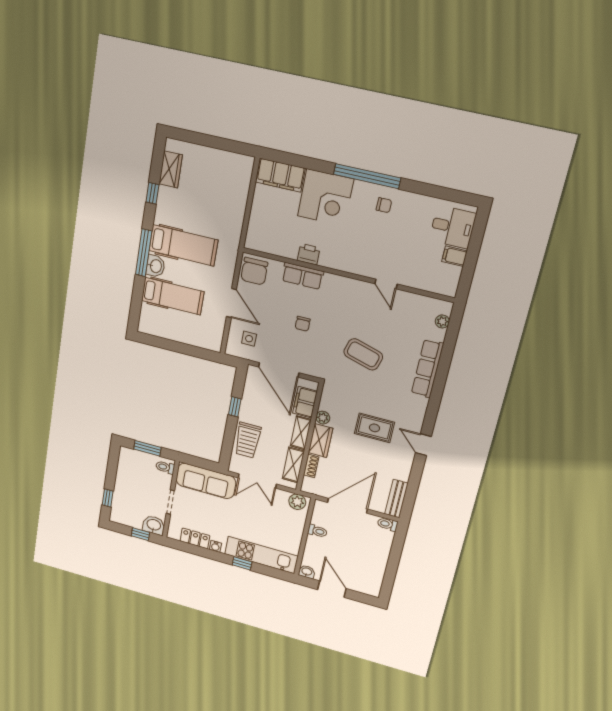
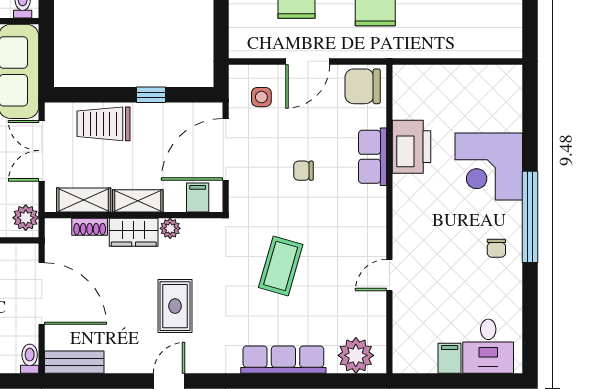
filing cabinet: (280, 175) -> (505, 98), removed
printer: (309, 254) -> (412, 147), width x1.87, depth x1.48
plant: (442, 321) -> (356, 355), width x1.87, depth x1.87
filing cabinet: (305, 402) -> (198, 198), width x0.50

